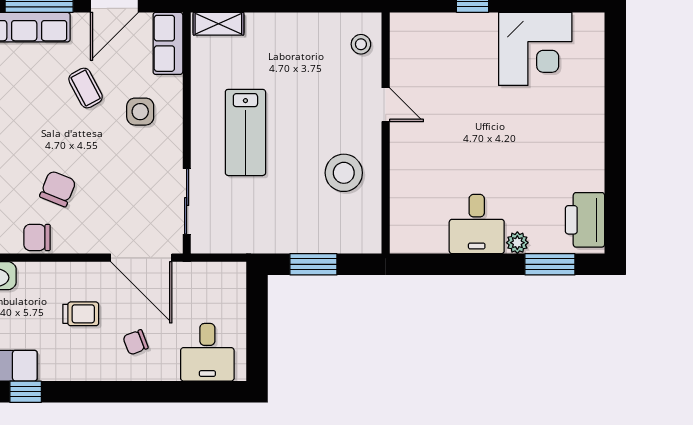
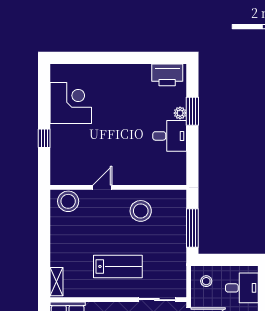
stool: (361, 44) -> (68, 201), width x1.89, depth x1.89
window: (313, 264) -> (192, 228), width x1.44
window: (550, 264) -> (192, 111), moved
stool: (219, 289) -> (206, 281), added

